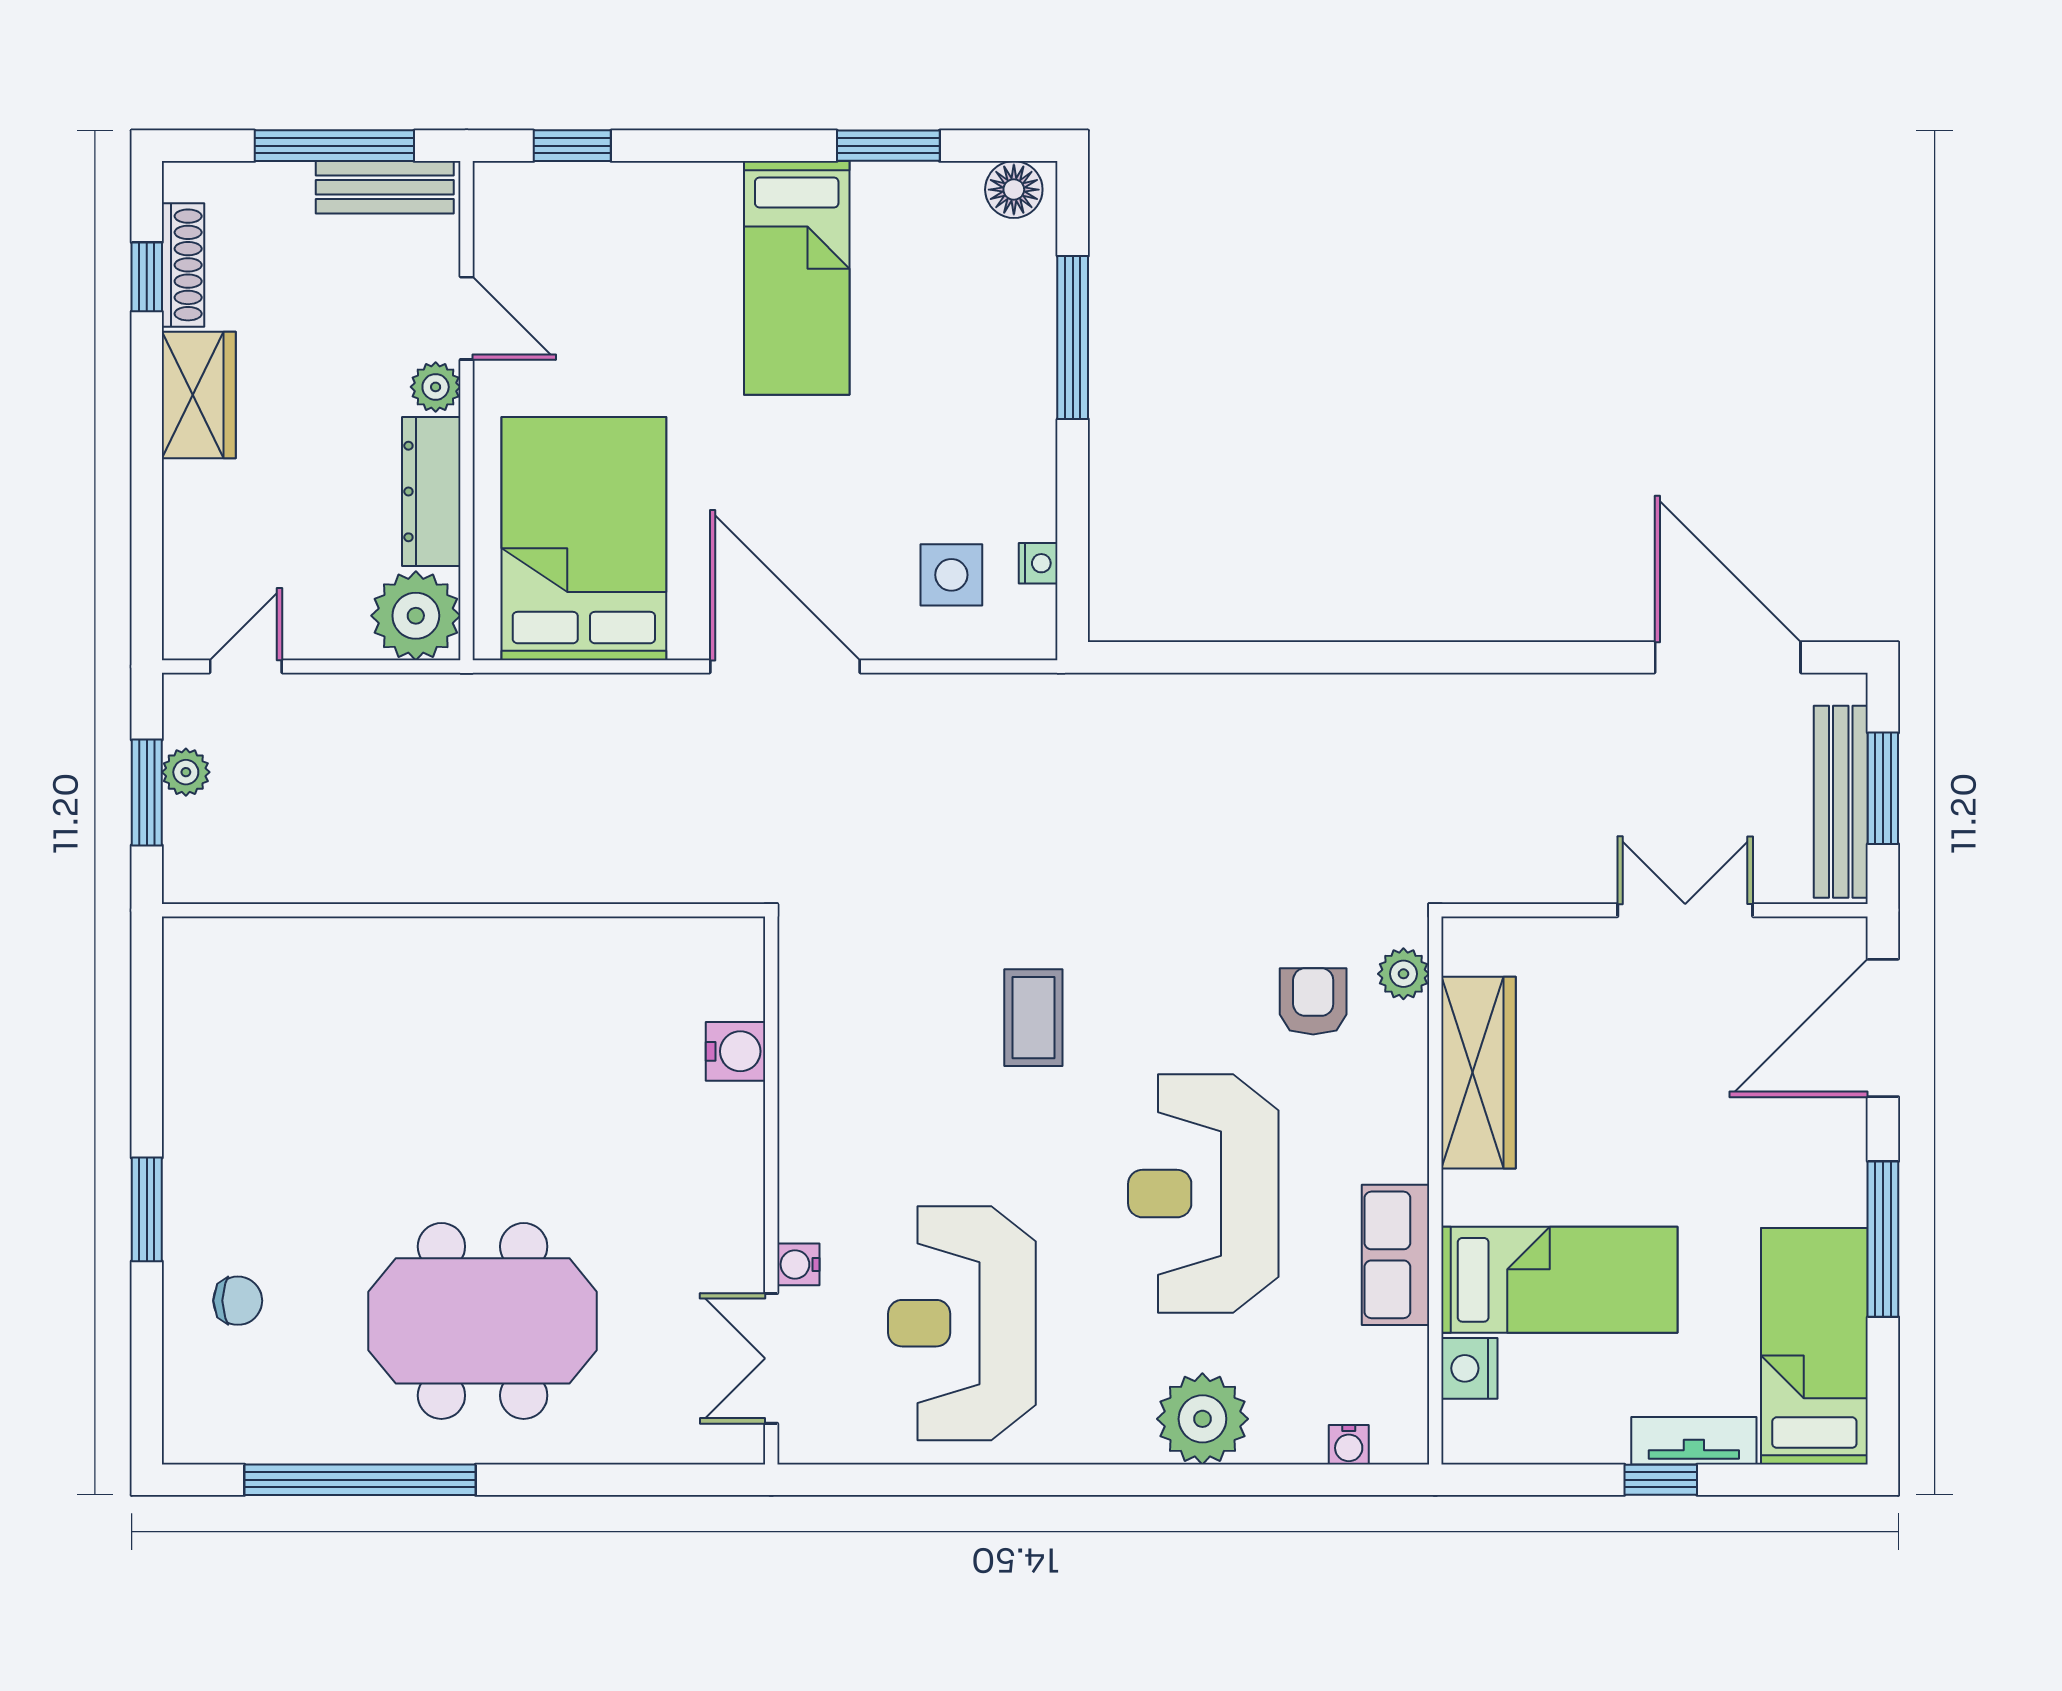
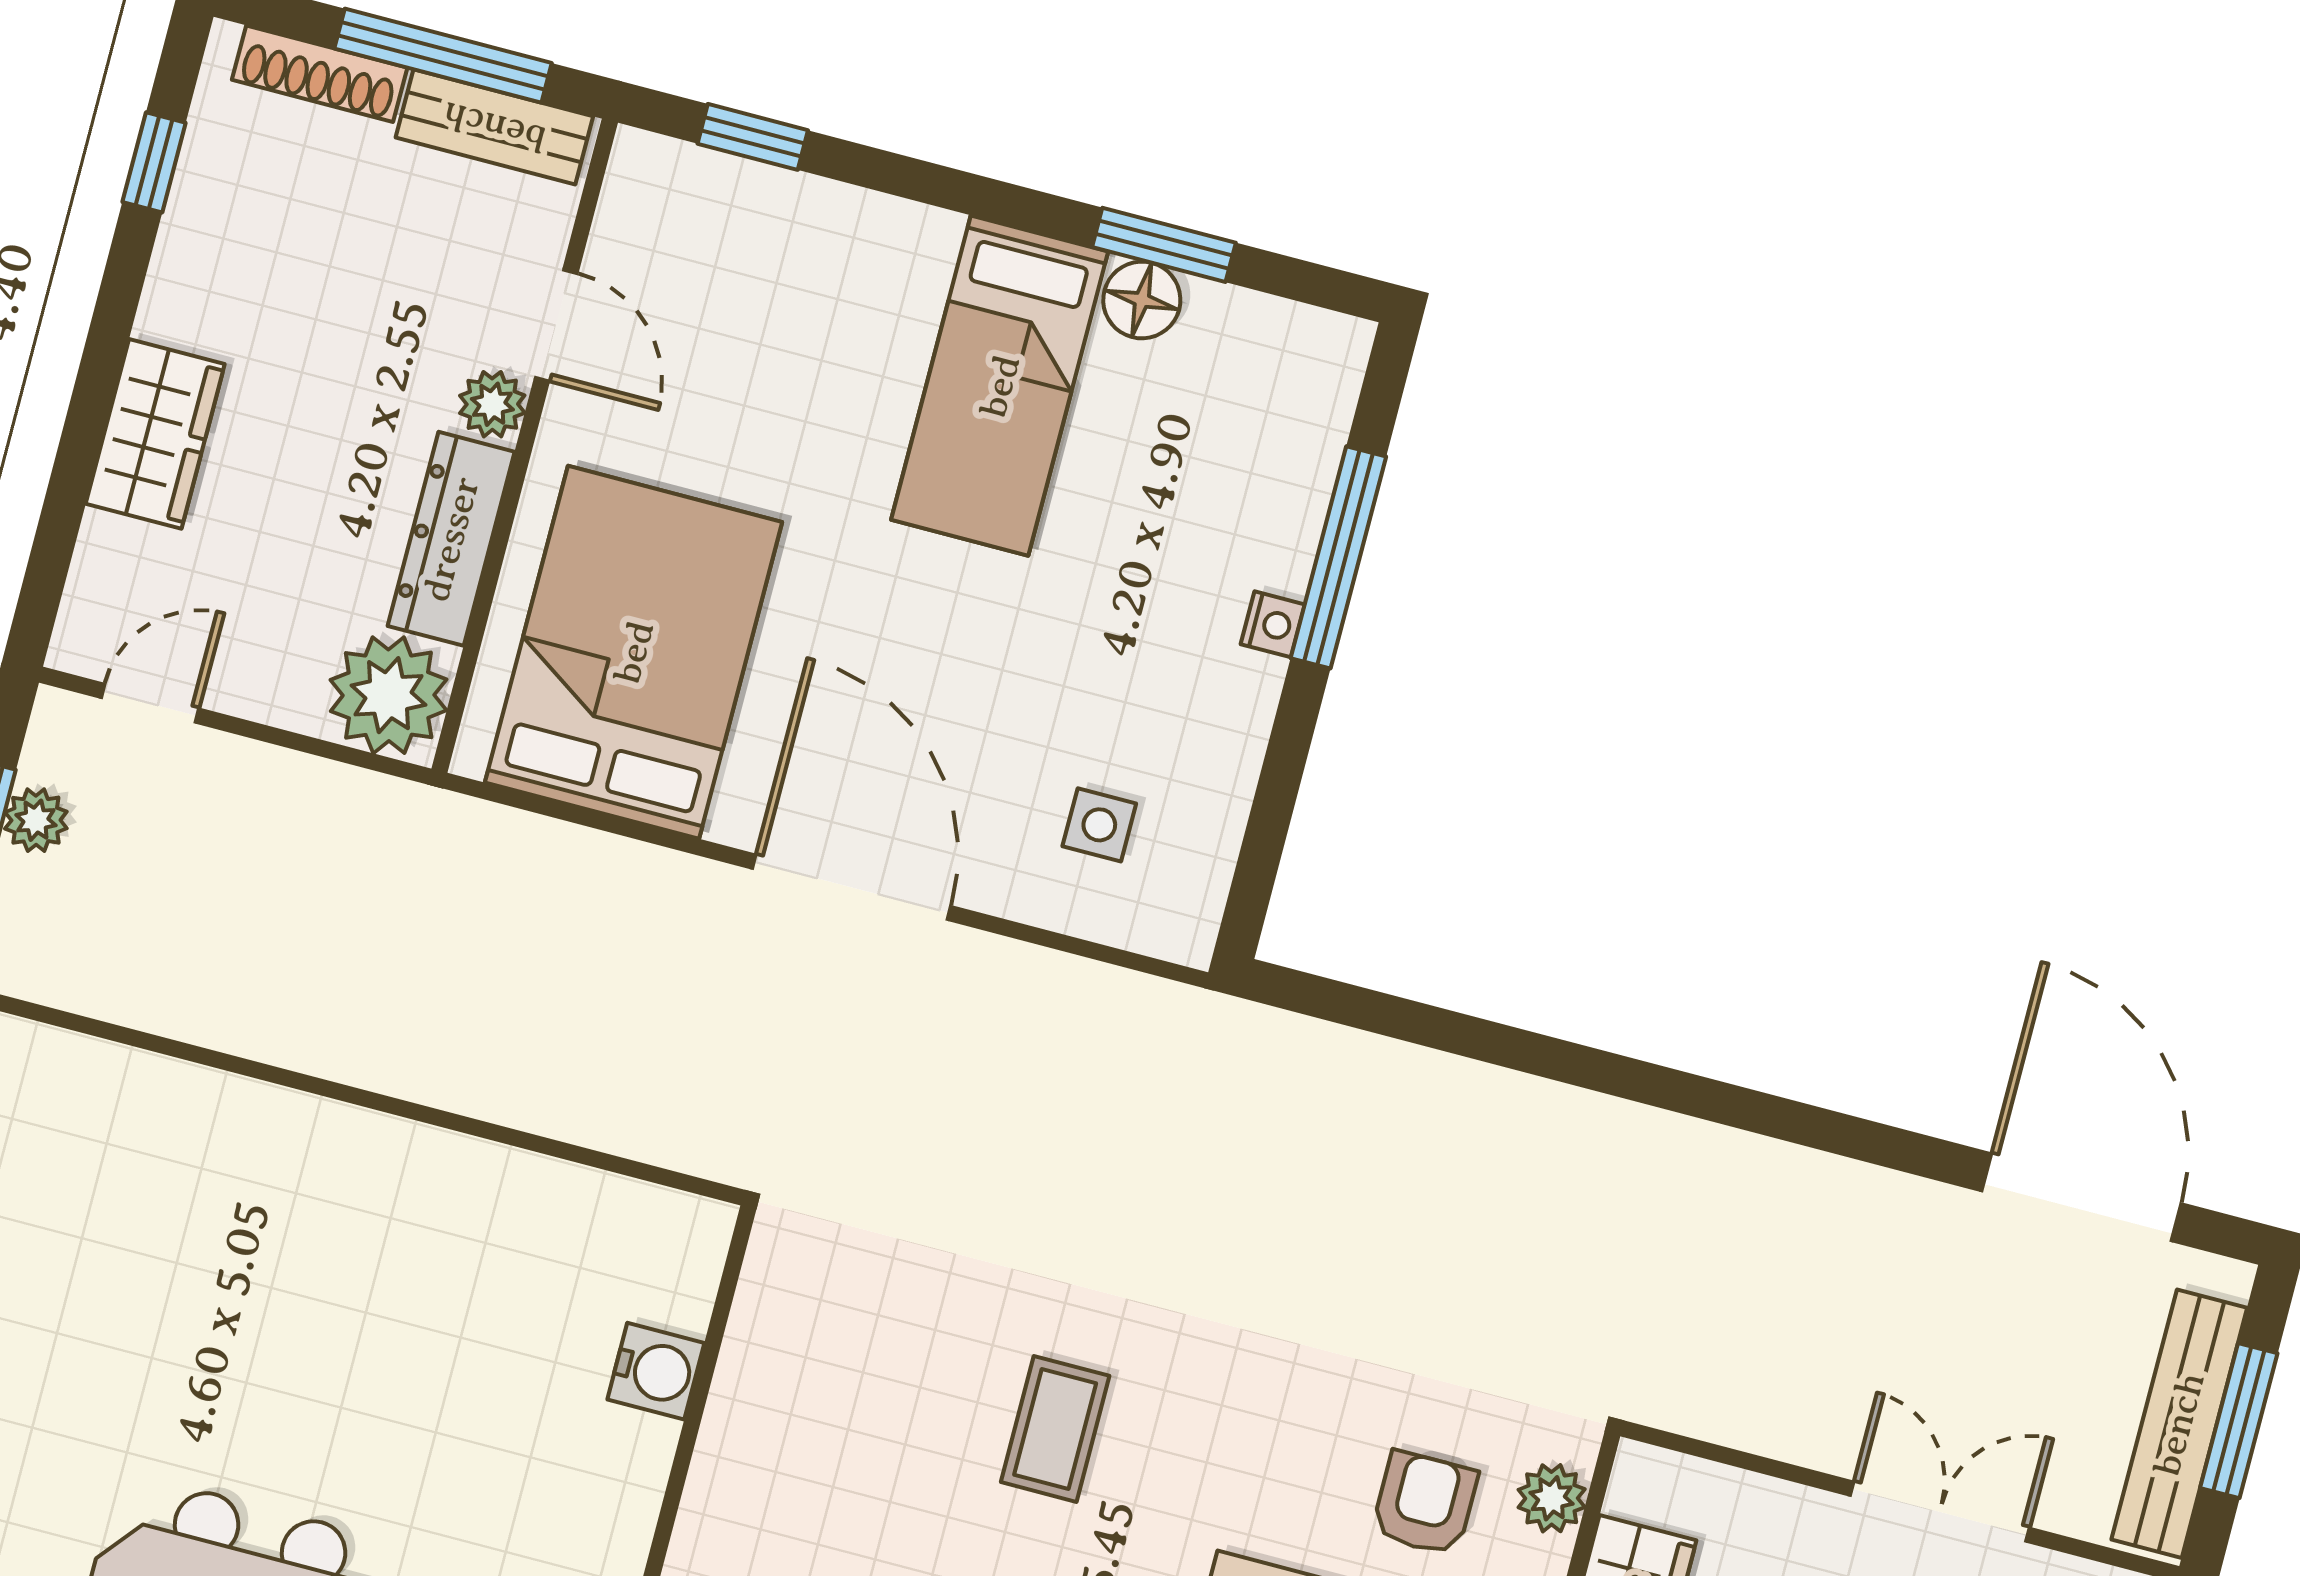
floor lamp: (1014, 190) -> (1142, 300), moved
shoe rack: (183, 265) -> (320, 74), moved, turned 90
wardrobe: (199, 395) -> (155, 434), moved
nightstand: (1038, 563) -> (1273, 624), moved
side table: (951, 575) -> (1099, 825), width x0.73, depth x0.73

